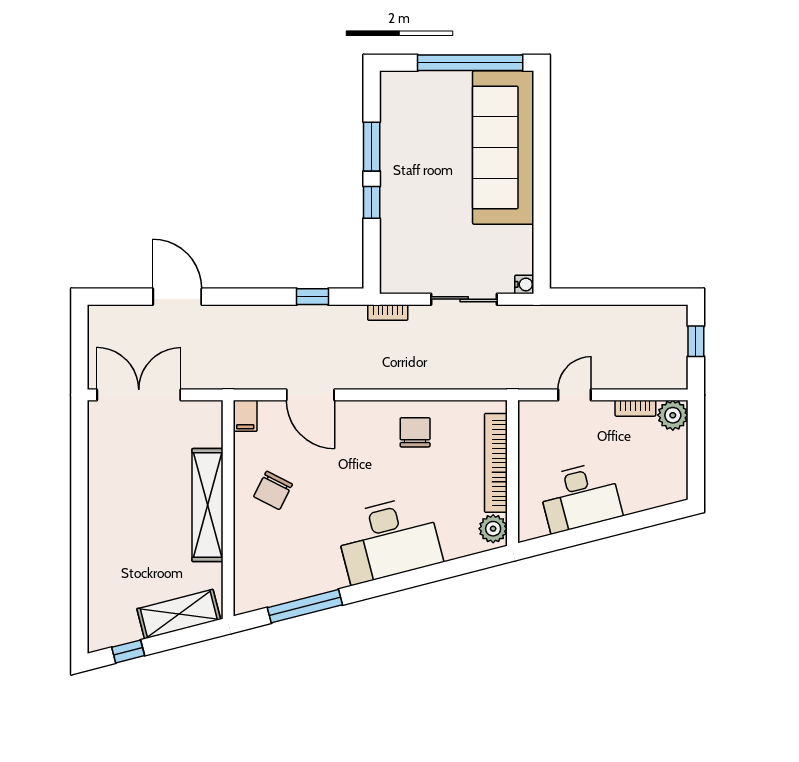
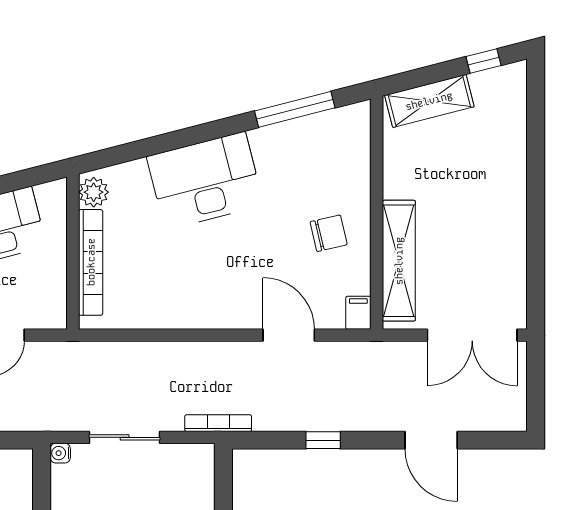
window: (312, 297) -> (323, 440), moved
bookcase: (388, 312) -> (218, 423), width x1.56
chair: (415, 432) -> (177, 295), removed
chair: (273, 490) -> (329, 233), turned 50
shelving: (207, 505) -> (399, 261), moved

